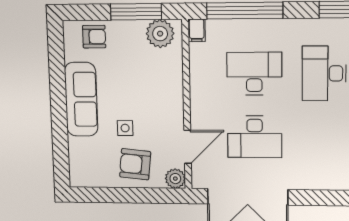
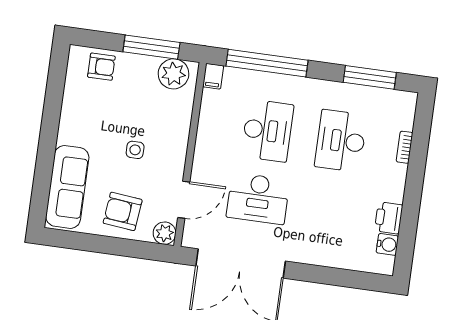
desk: (254, 74) -> (267, 131), turned 90
sofa: (81, 99) -> (67, 187), moved
side table: (125, 128) -> (135, 150), moved

